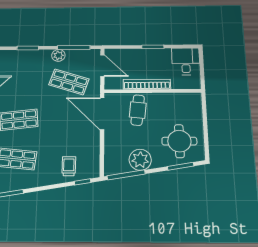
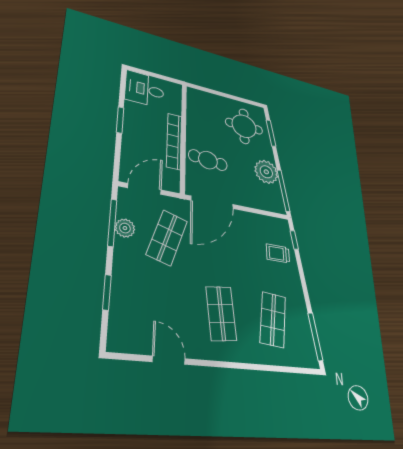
plant: (58, 55) -> (125, 228), moved

